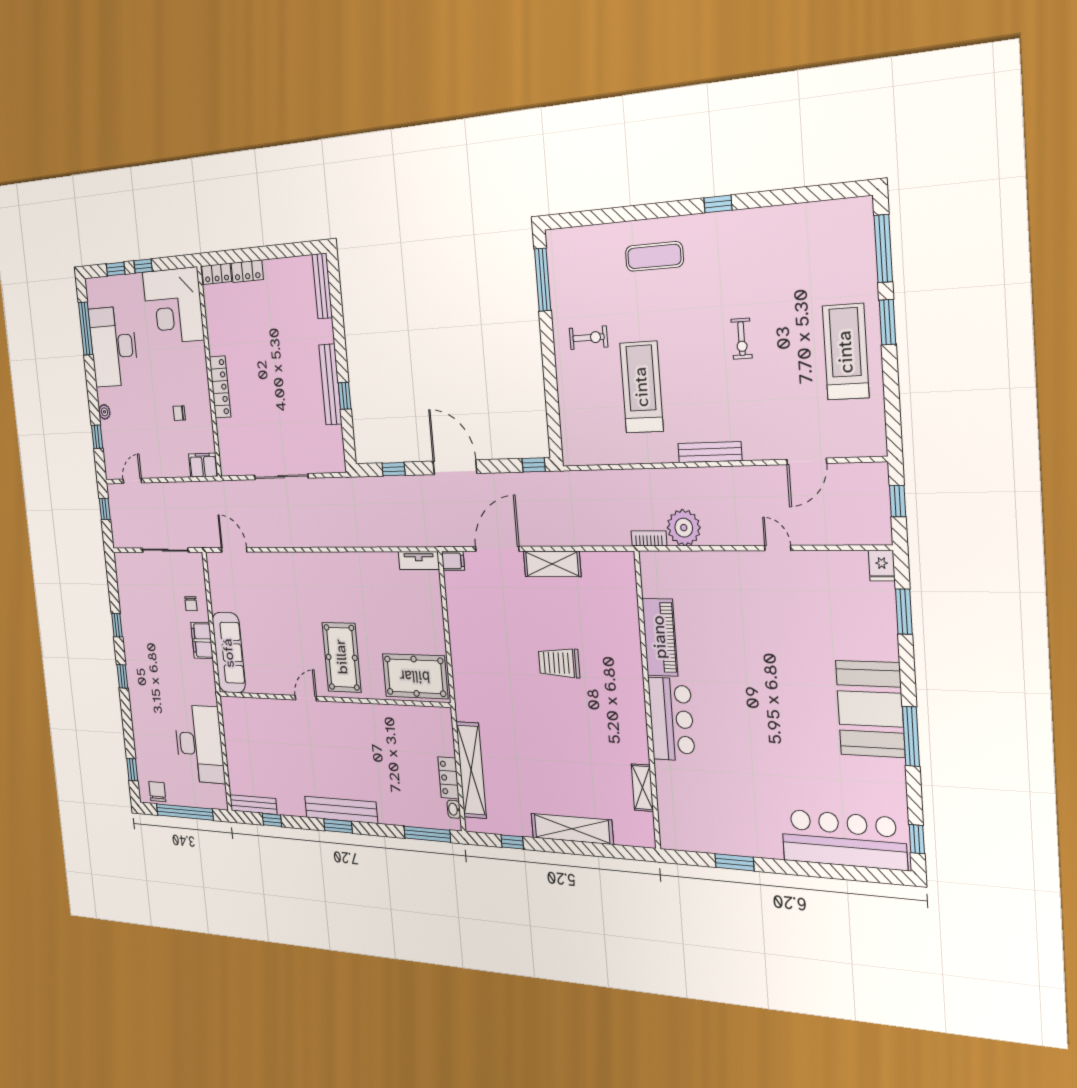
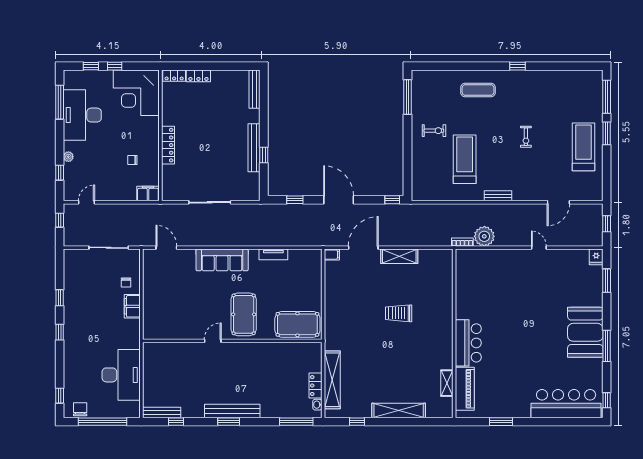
bench: (710, 452) -> (498, 196), width x0.73
tv unit: (419, 560) -> (273, 254), moved
piano: (660, 637) -> (465, 389), moved
sofa: (229, 653) -> (222, 260), moved, turned 90

